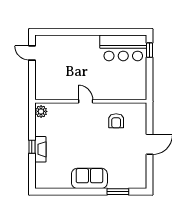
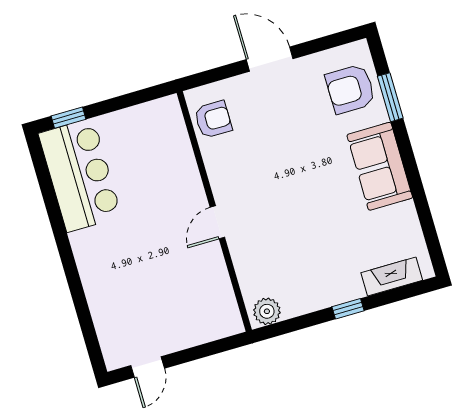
armchair: (116, 121) -> (213, 119), moved
fireplace: (40, 149) -> (392, 276), moved
armchair: (126, 175) -> (350, 89), added

